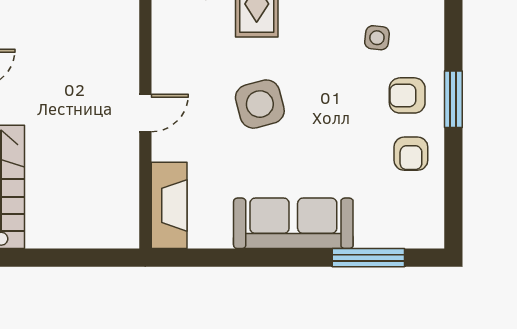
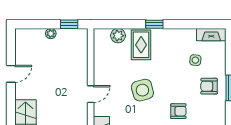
armchair: (411, 154) -> (178, 111), moved, turned -90

